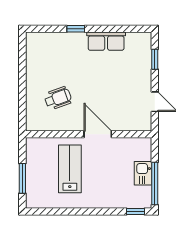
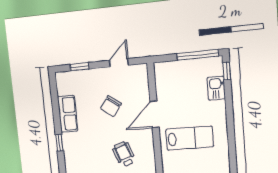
chair: (110, 89) -> (111, 106), added
lab bench: (70, 169) -> (190, 138), turned 180
kitchen sink: (143, 173) -> (216, 88), moved, turned 90

